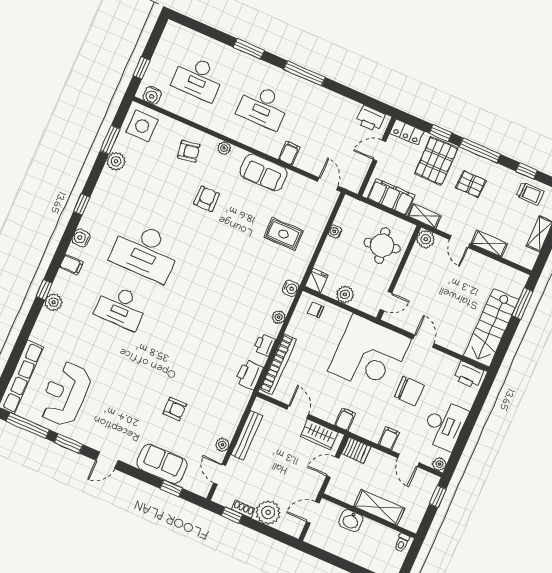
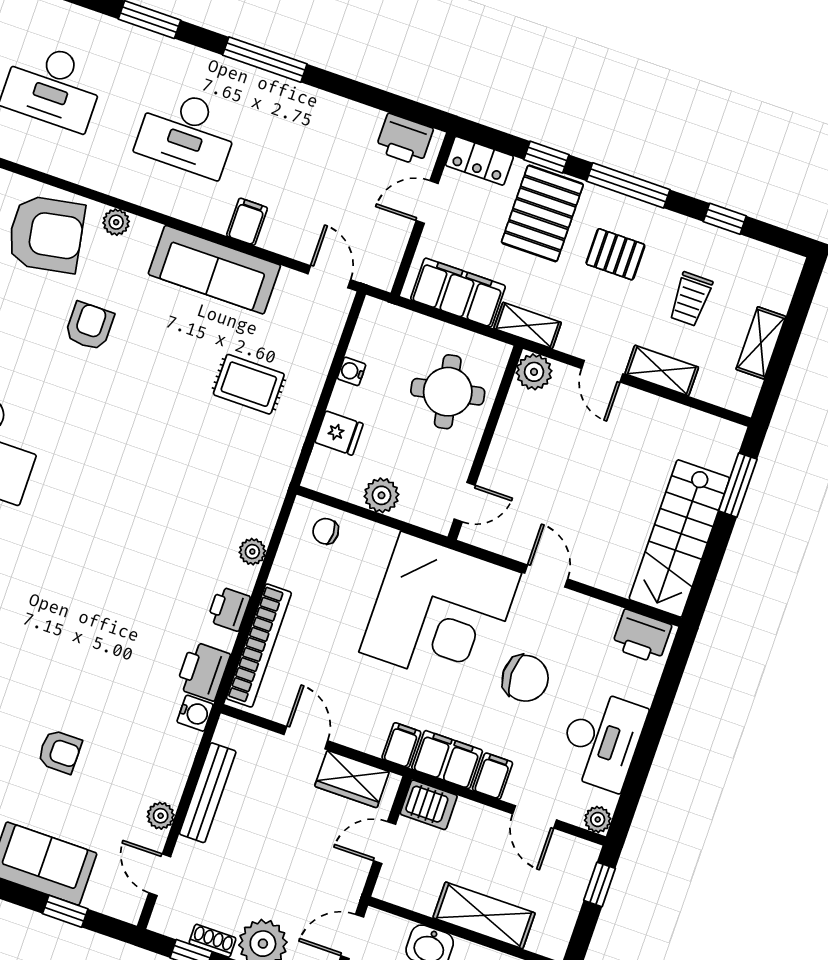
armchair: (189, 151) -> (46, 234), width x1.88, depth x1.88
sofa: (264, 172) -> (214, 270), width x1.36
trolley: (530, 194) -> (691, 299), moved, turned 90
fridge: (316, 281) -> (339, 433), moved, turned 90
water cooler: (291, 288) -> (195, 713), moved
filing cabinet: (367, 428) -> (447, 760), added

